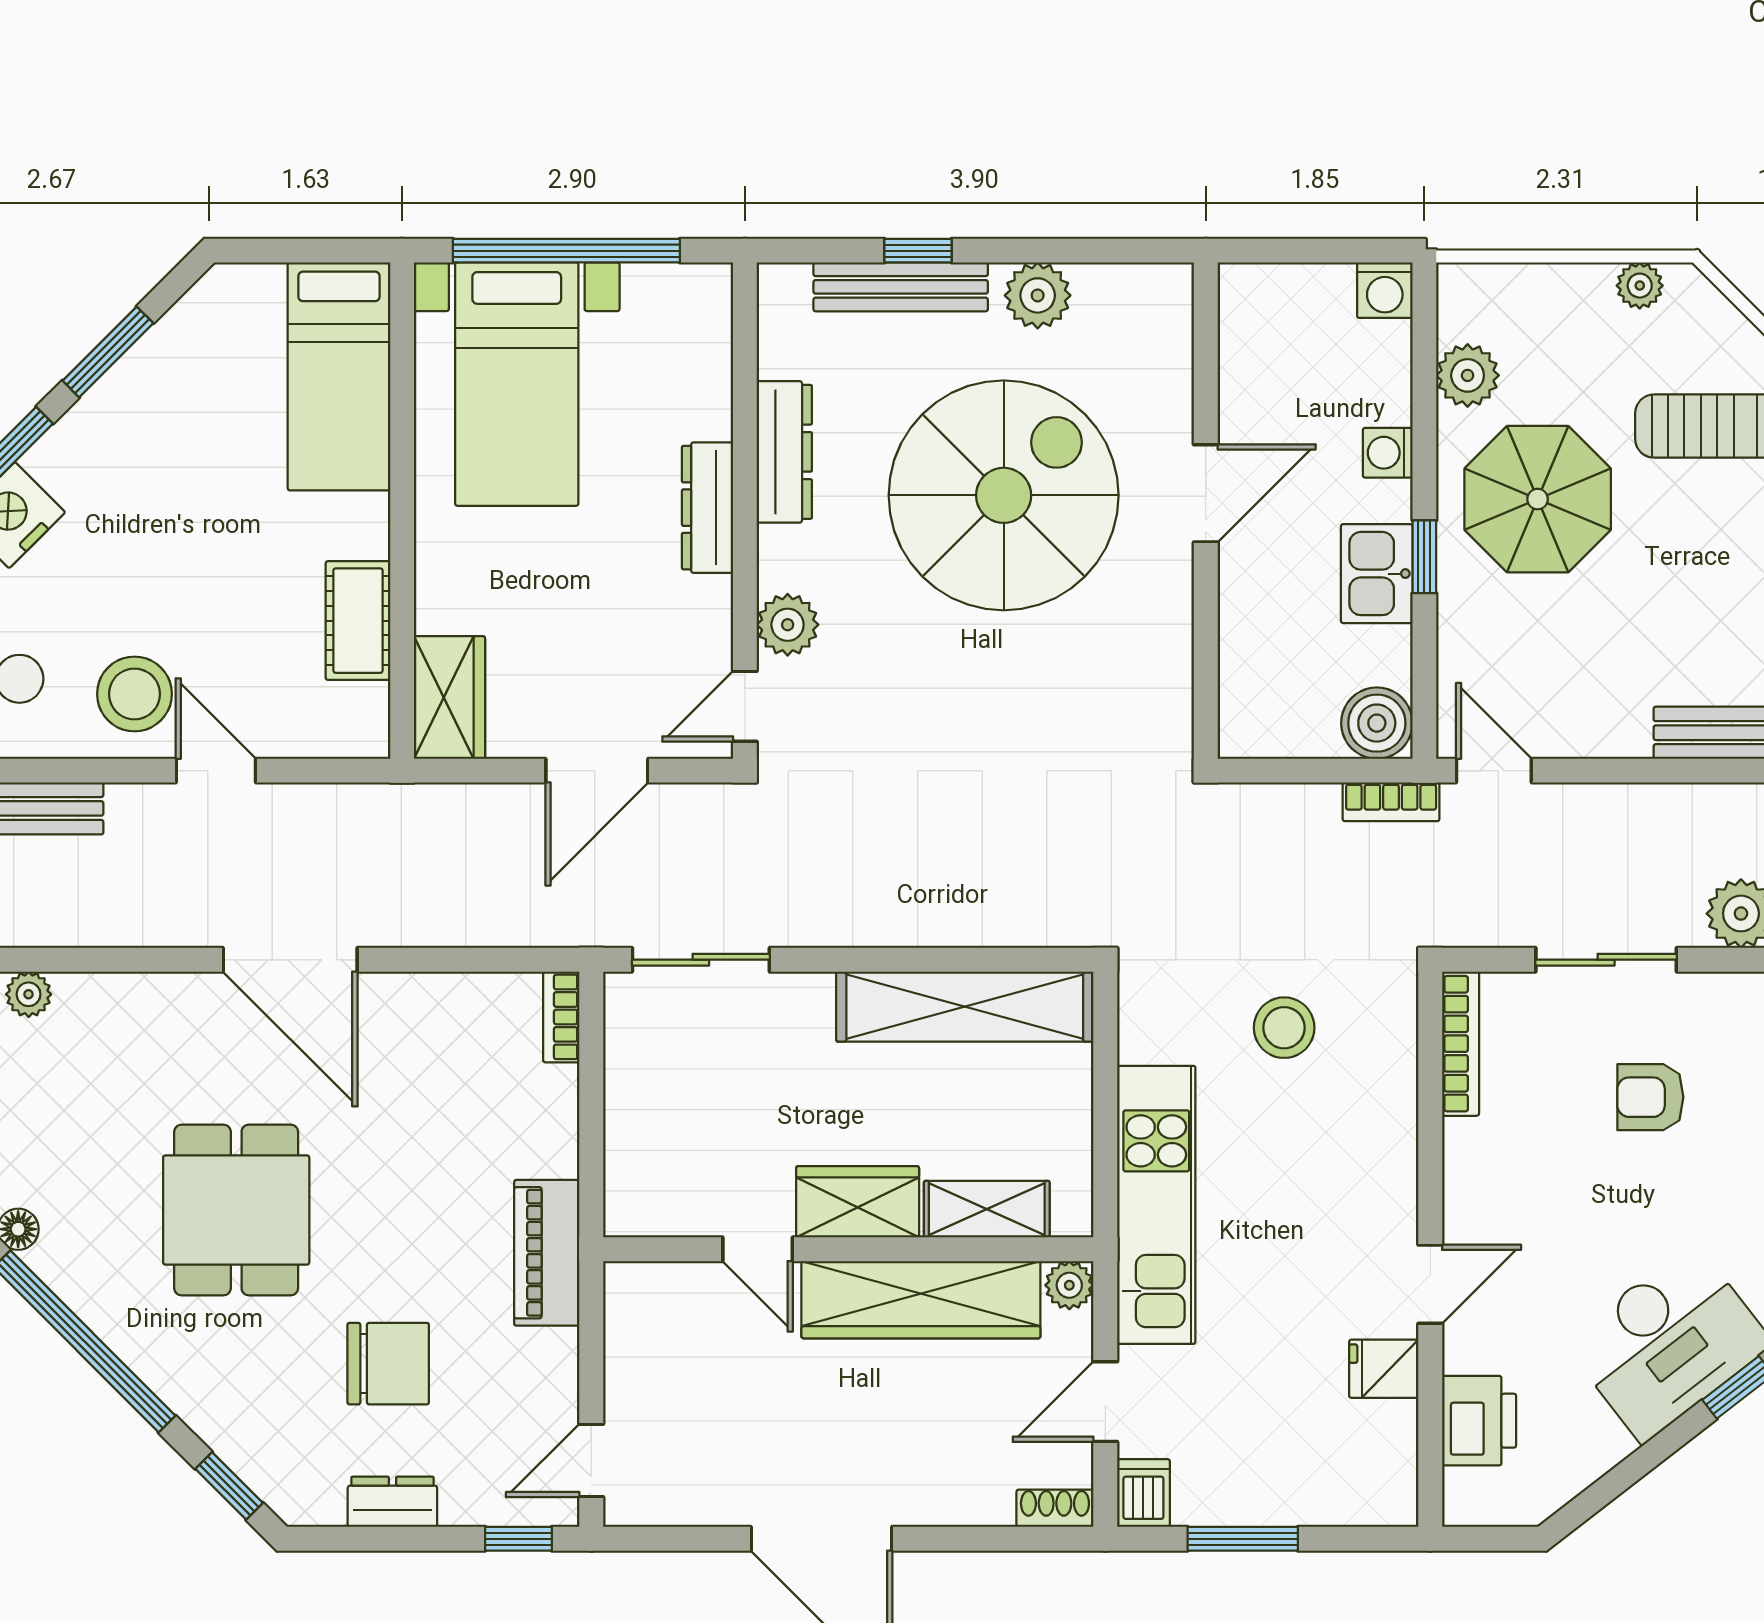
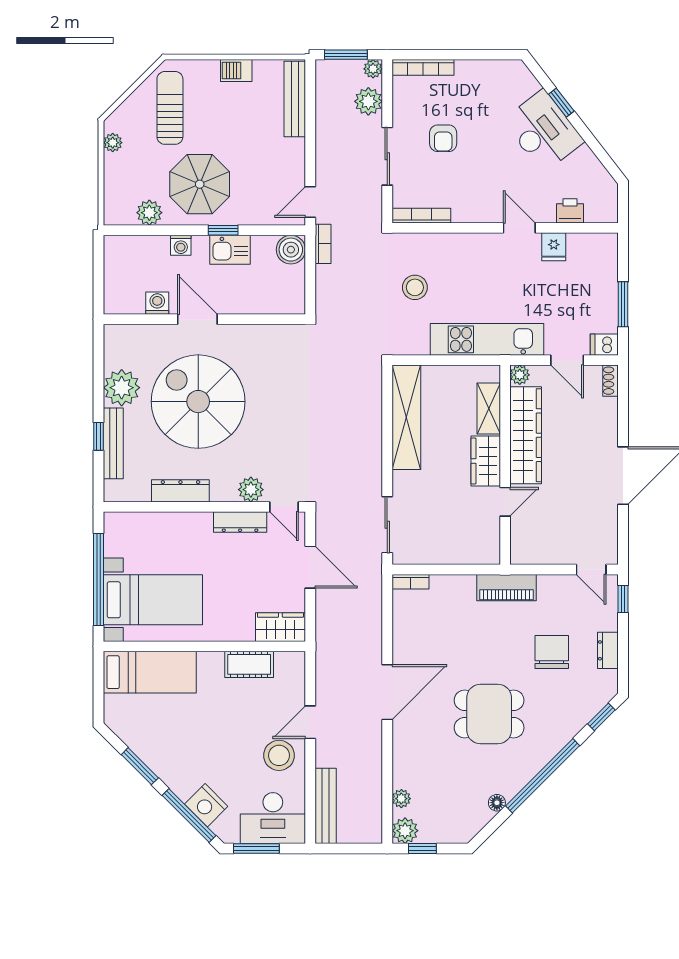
washing machine: (1385, 290) -> (157, 303), moved, turned -90
plant: (1038, 295) -> (122, 388), width x1.36, depth x1.36
dresser: (707, 508) -> (240, 522), moved
printer: (1479, 1421) -> (570, 211), width x0.73, depth x0.81

